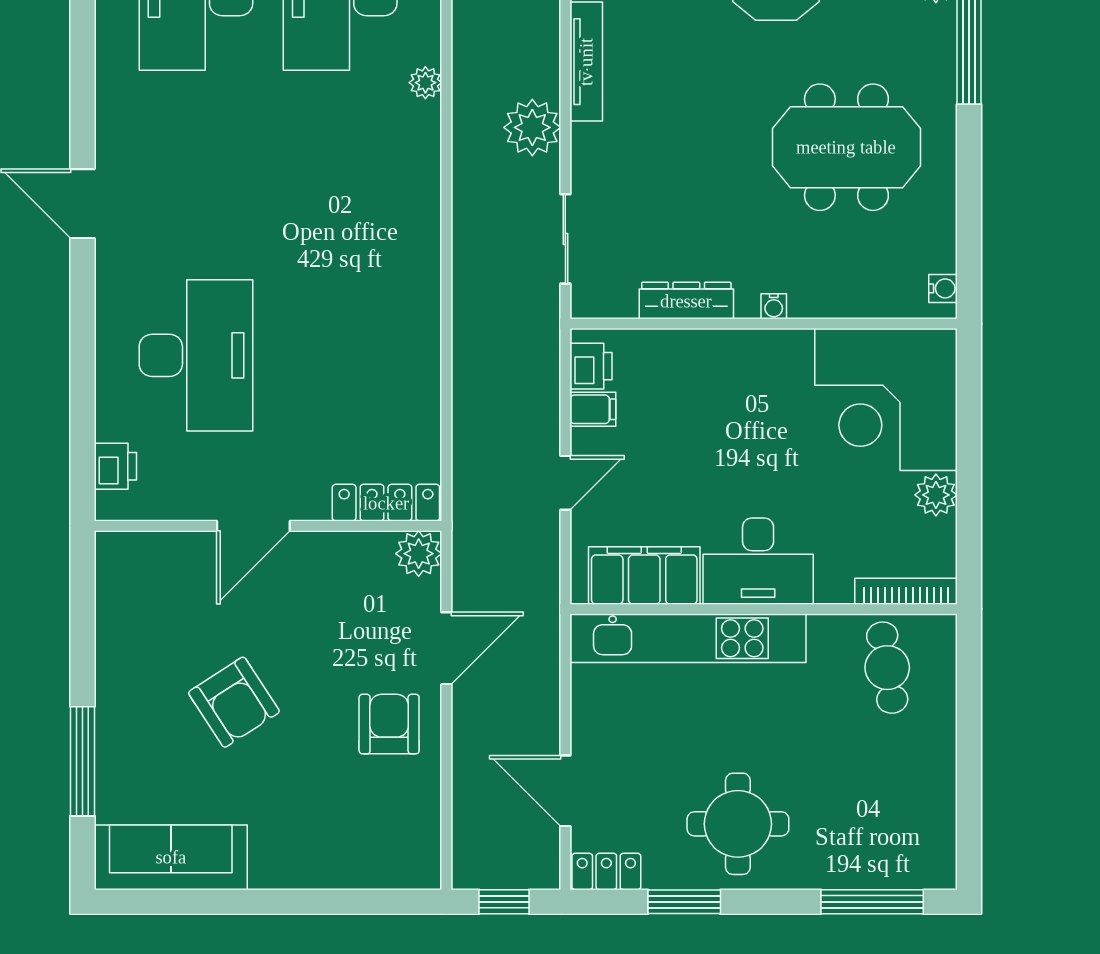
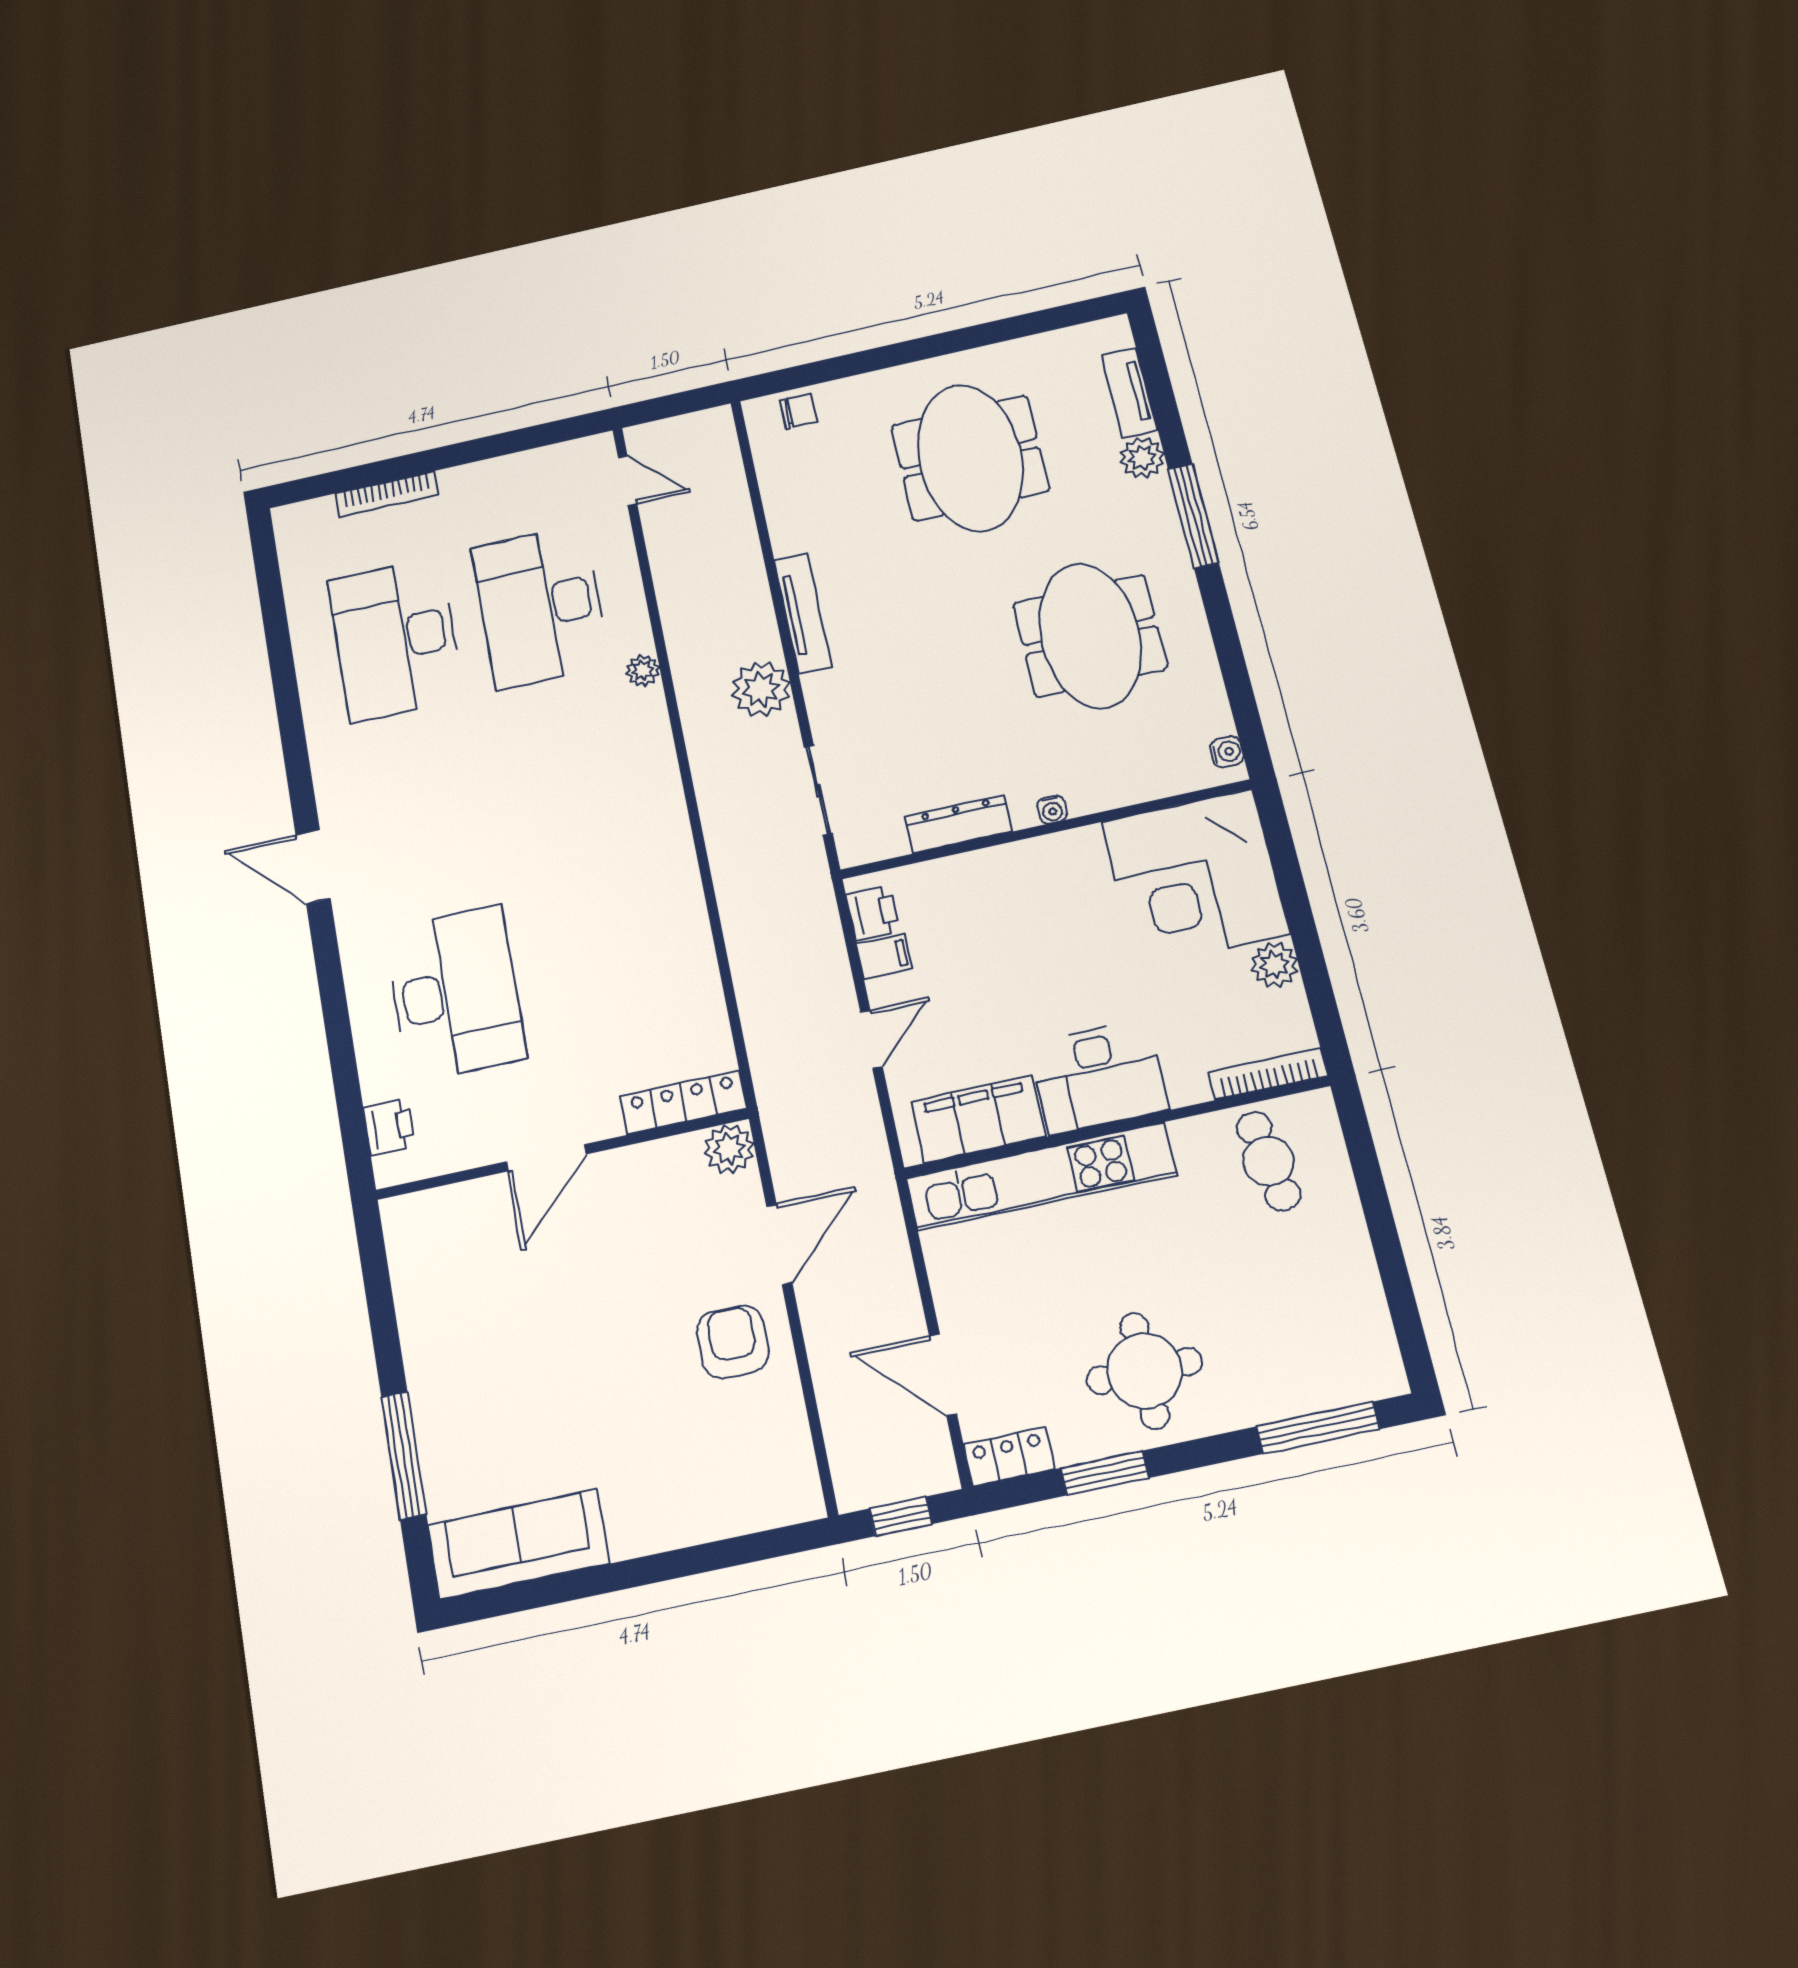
meeting table: (846, 147) -> (1090, 636), turned 90
armchair: (234, 702) -> (558, 1354), removed

